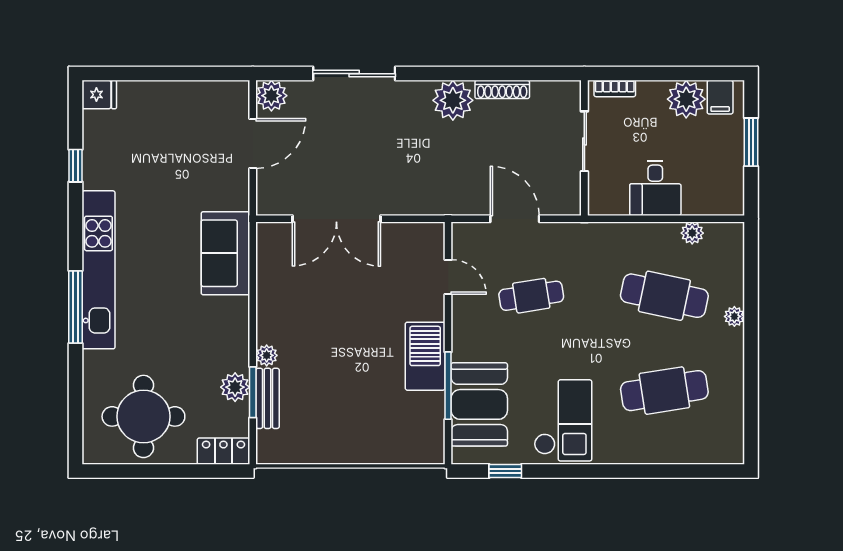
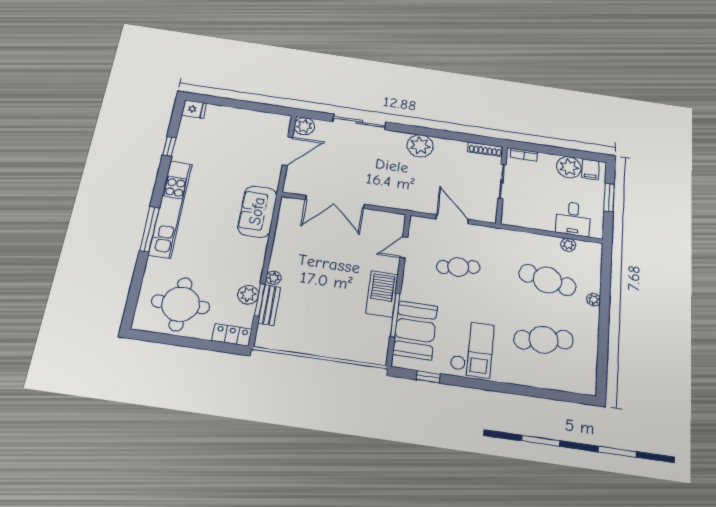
shoe rack: (502, 89) -> (485, 149), moved
desk: (655, 188) -> (573, 219), moved
door: (448, 277) -> (404, 247), swing flipped

